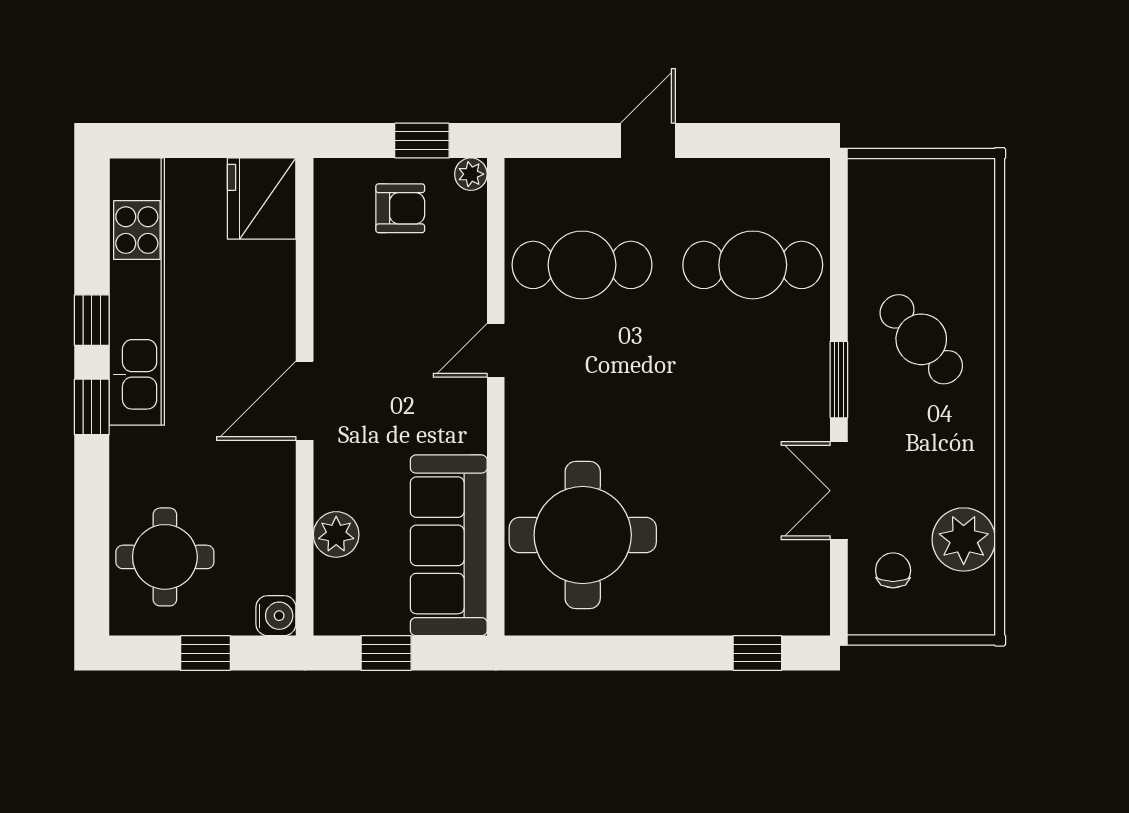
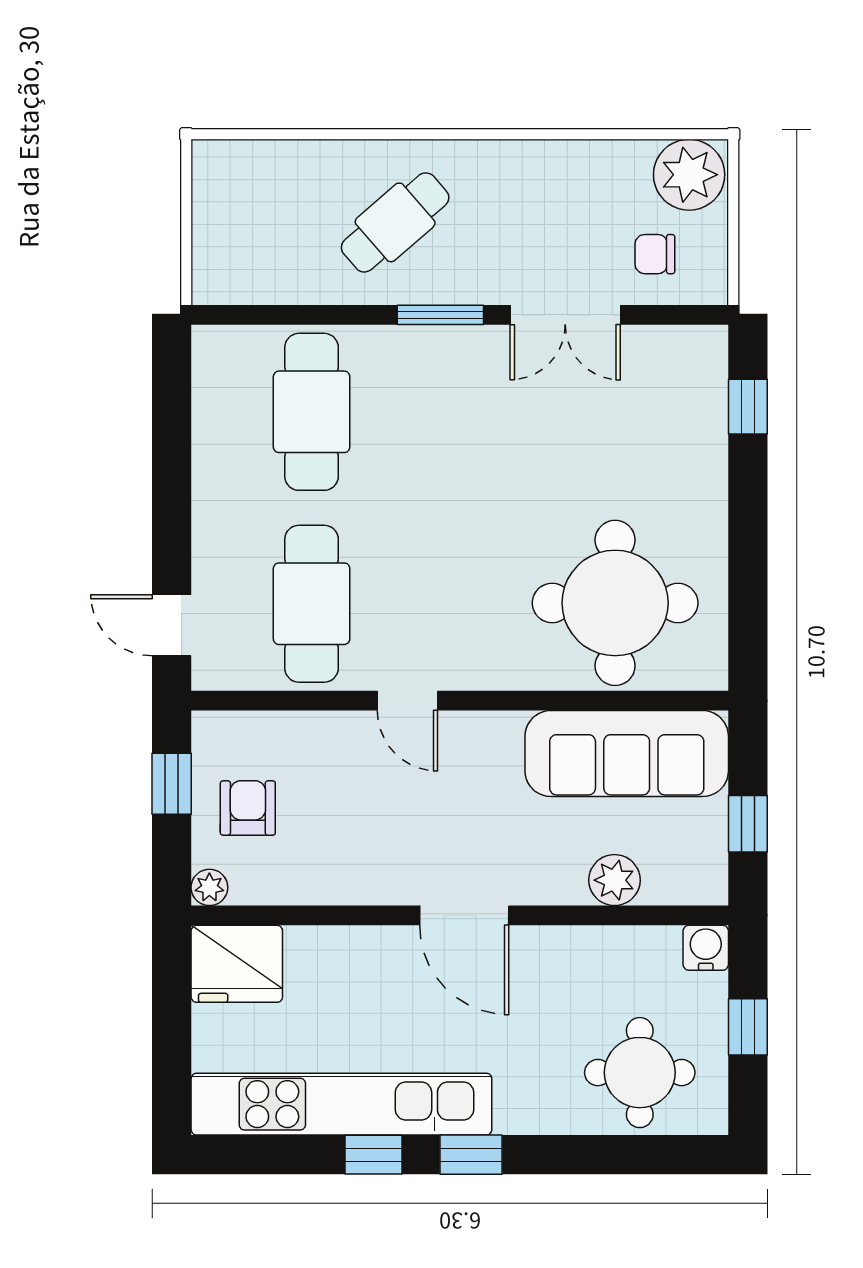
door: (648, 141) -> (172, 625), moved
plant: (471, 174) -> (209, 887), moved
plant: (964, 539) -> (689, 175), moved

